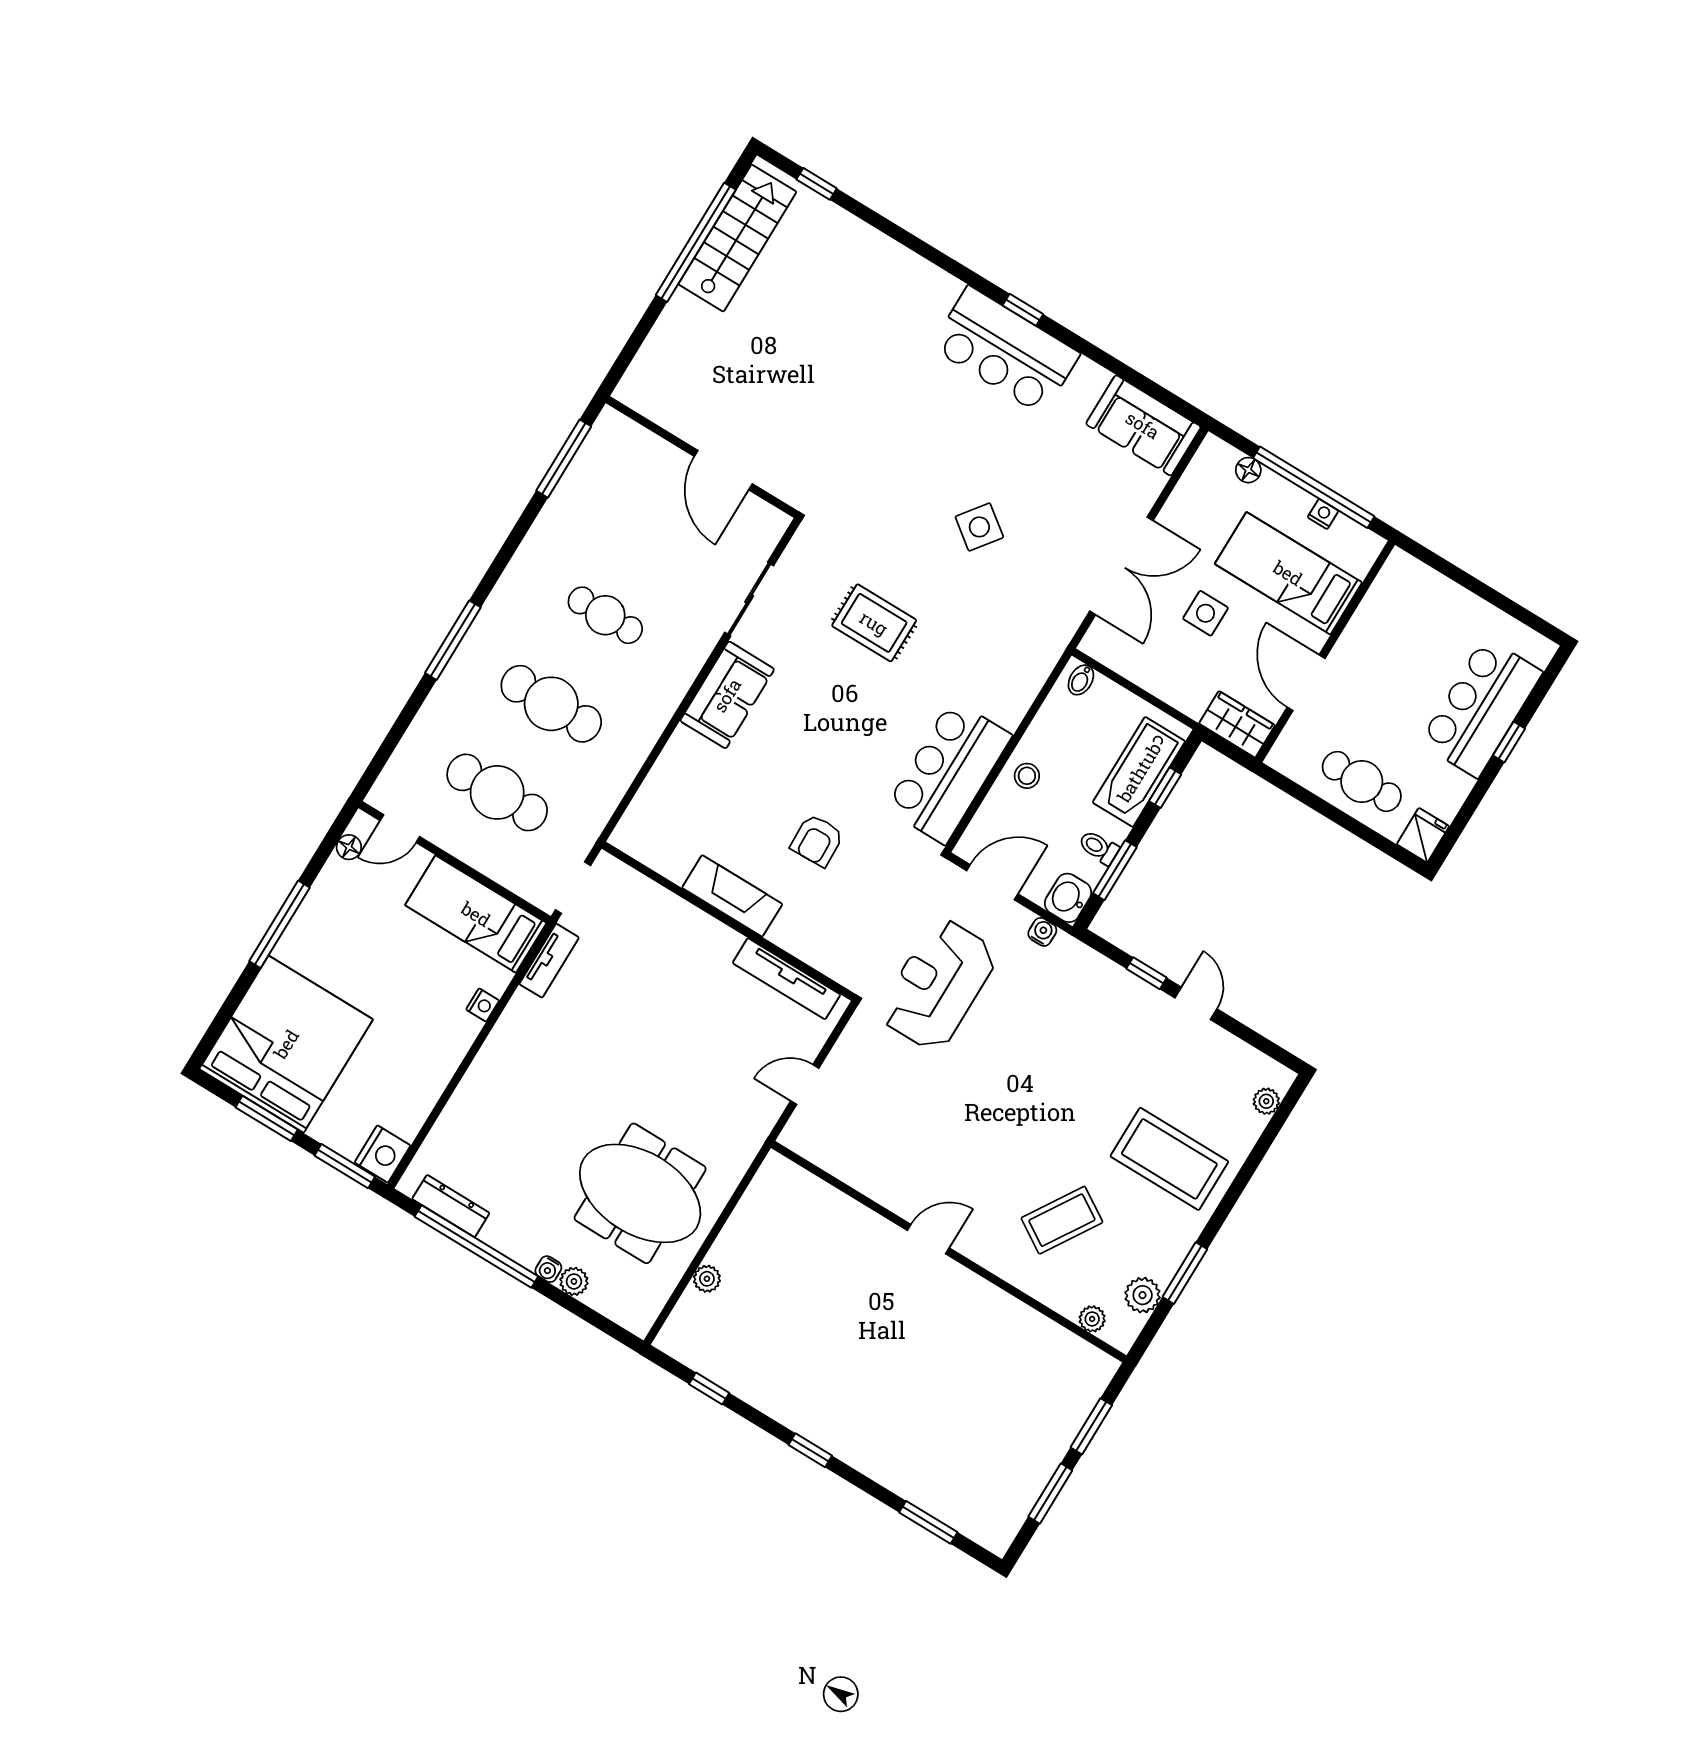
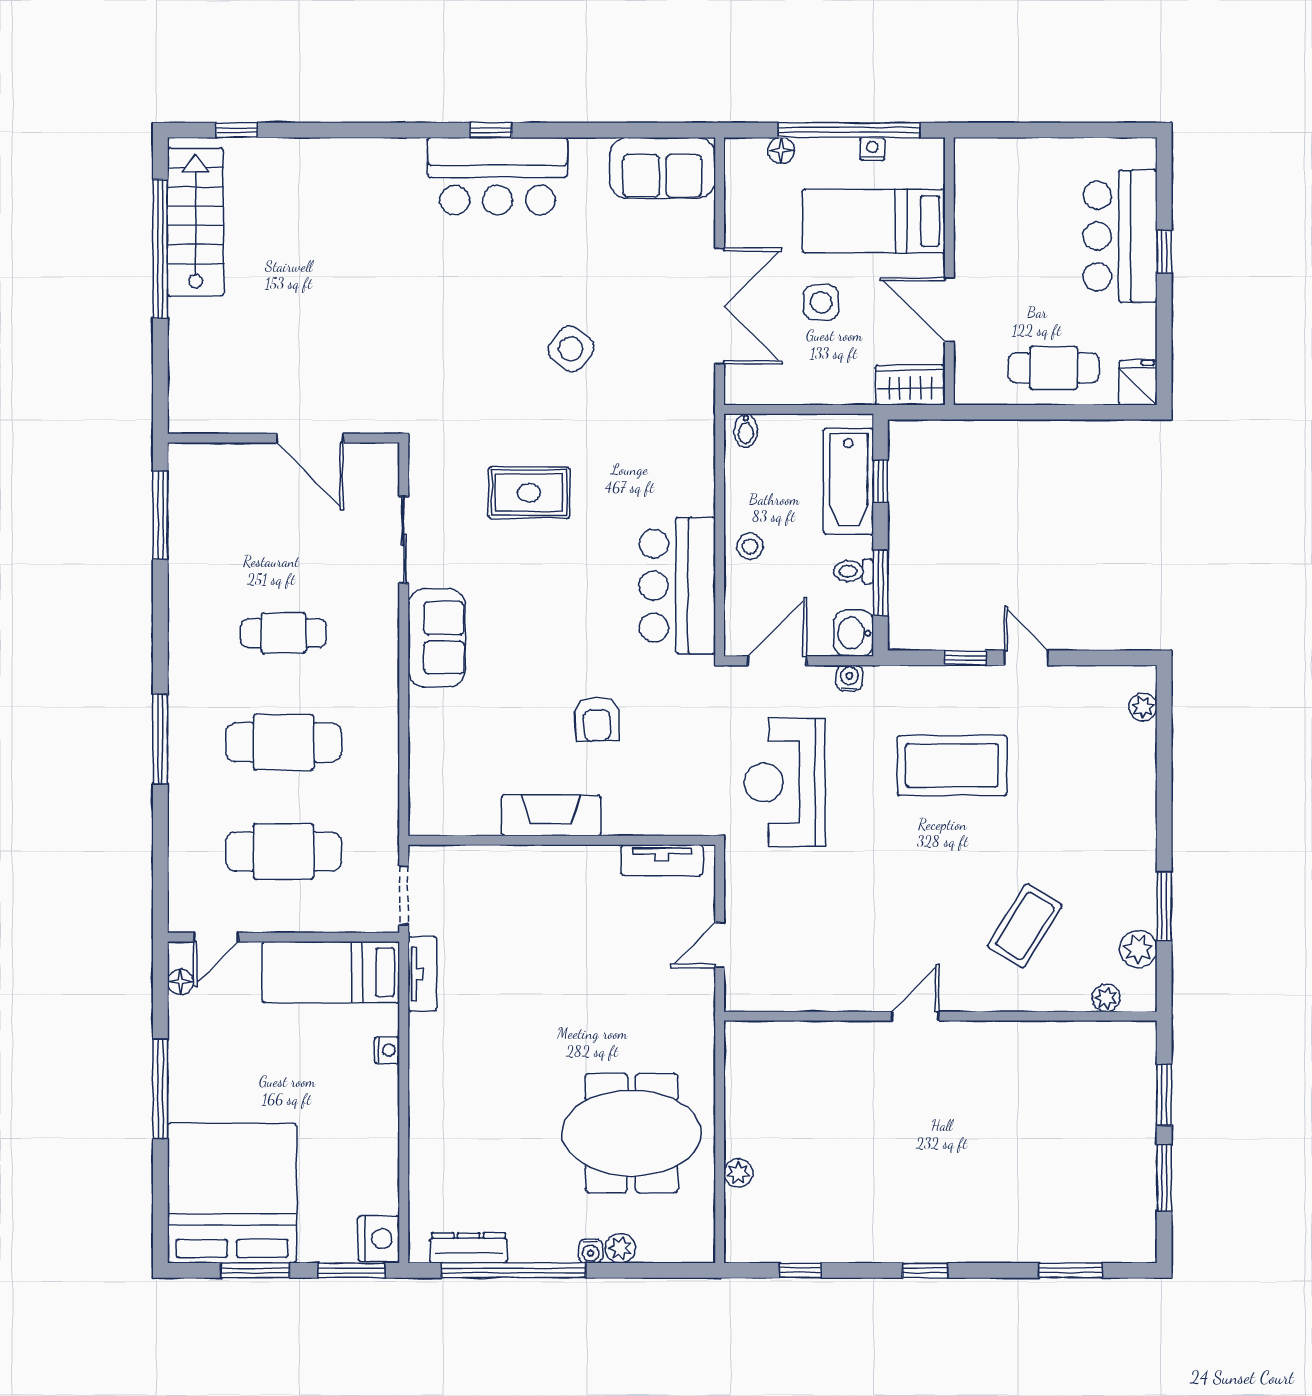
tv unit: (786, 979) -> (662, 860), width x0.71
coffee table: (1169, 1159) -> (952, 765), moved

